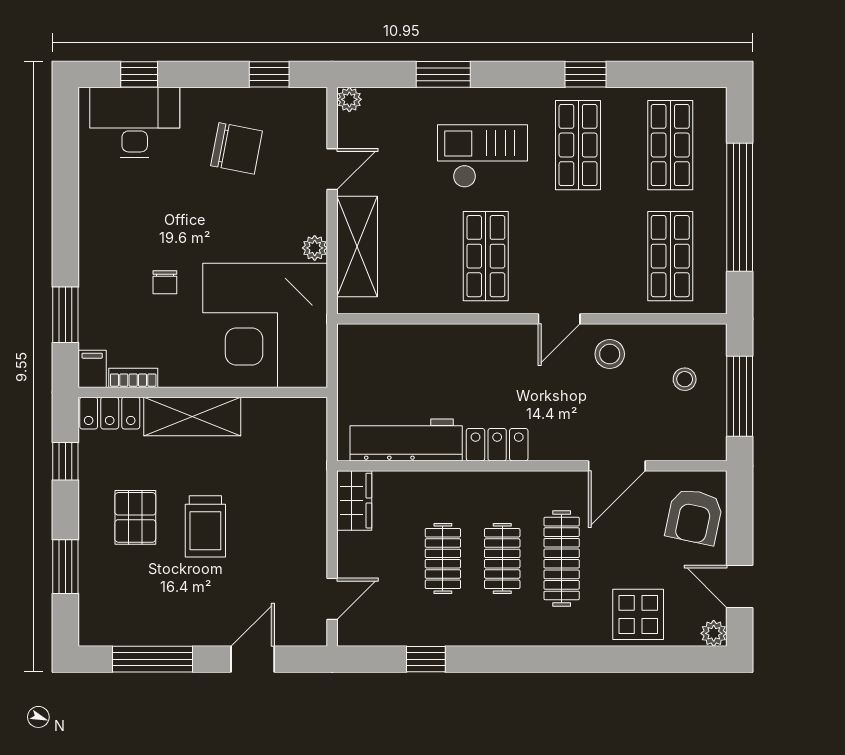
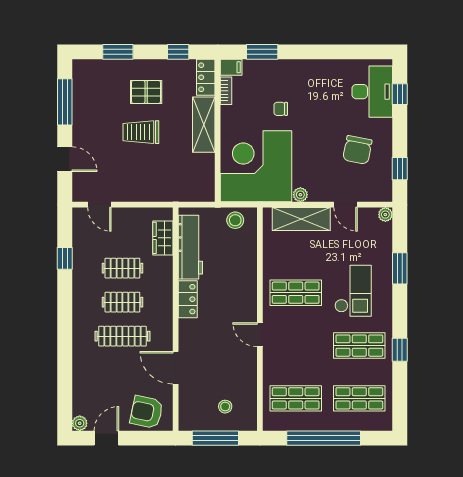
stool: (610, 354) -> (235, 220), moved
wardrobe: (354, 501) -> (163, 238), moved, turned 90
display table: (638, 614) -> (90, 380), removed

